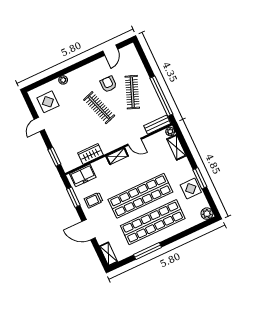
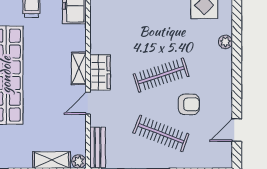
door: (110, 50) -> (237, 130), hinge flipped
wardrobe: (91, 154) -> (100, 72), moved

